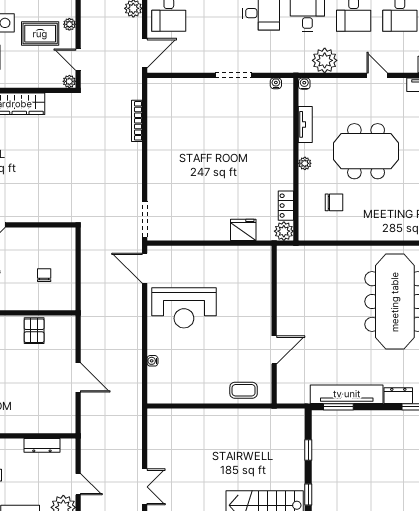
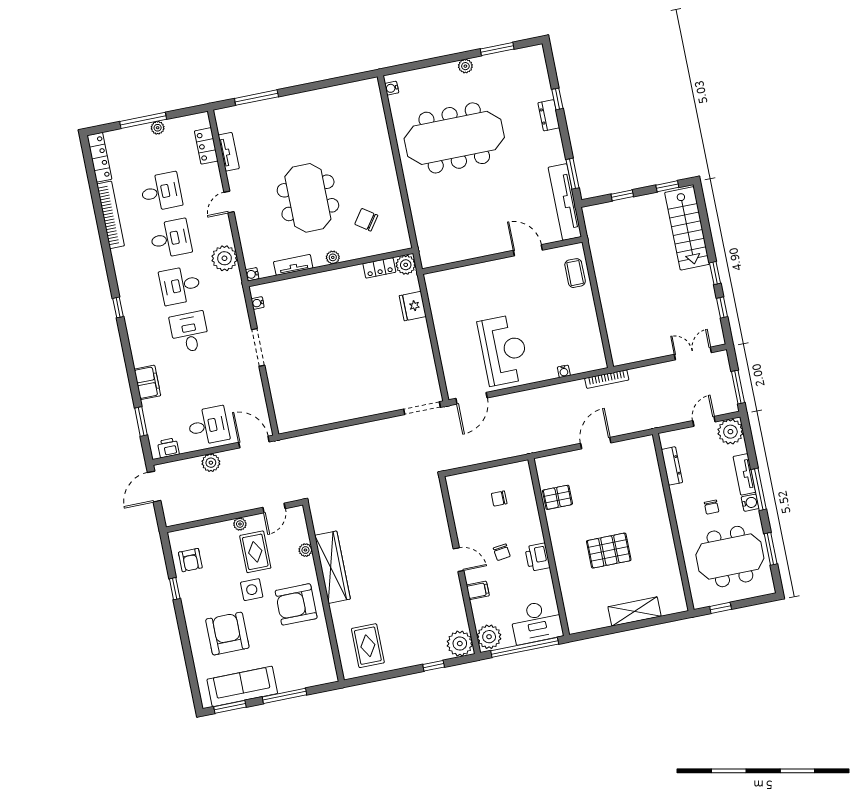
plant: (69, 81) -> (305, 550), moved
bookcase: (137, 121) -> (607, 379), moved
chair: (334, 202) -> (366, 220), turned -55
tv unit: (347, 394) -> (565, 202), moved

